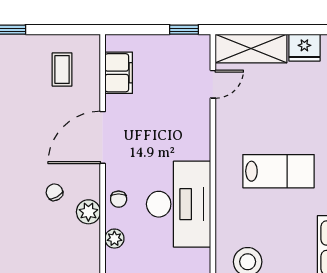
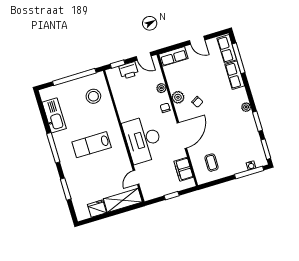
window: (184, 30) -> (172, 196), moved
desk: (179, 204) -> (143, 140), moved

